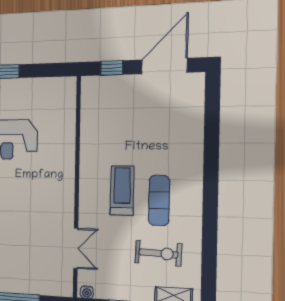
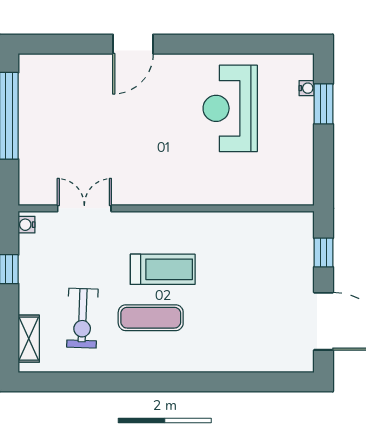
double door: (76, 248) -> (84, 208), swing flipped

